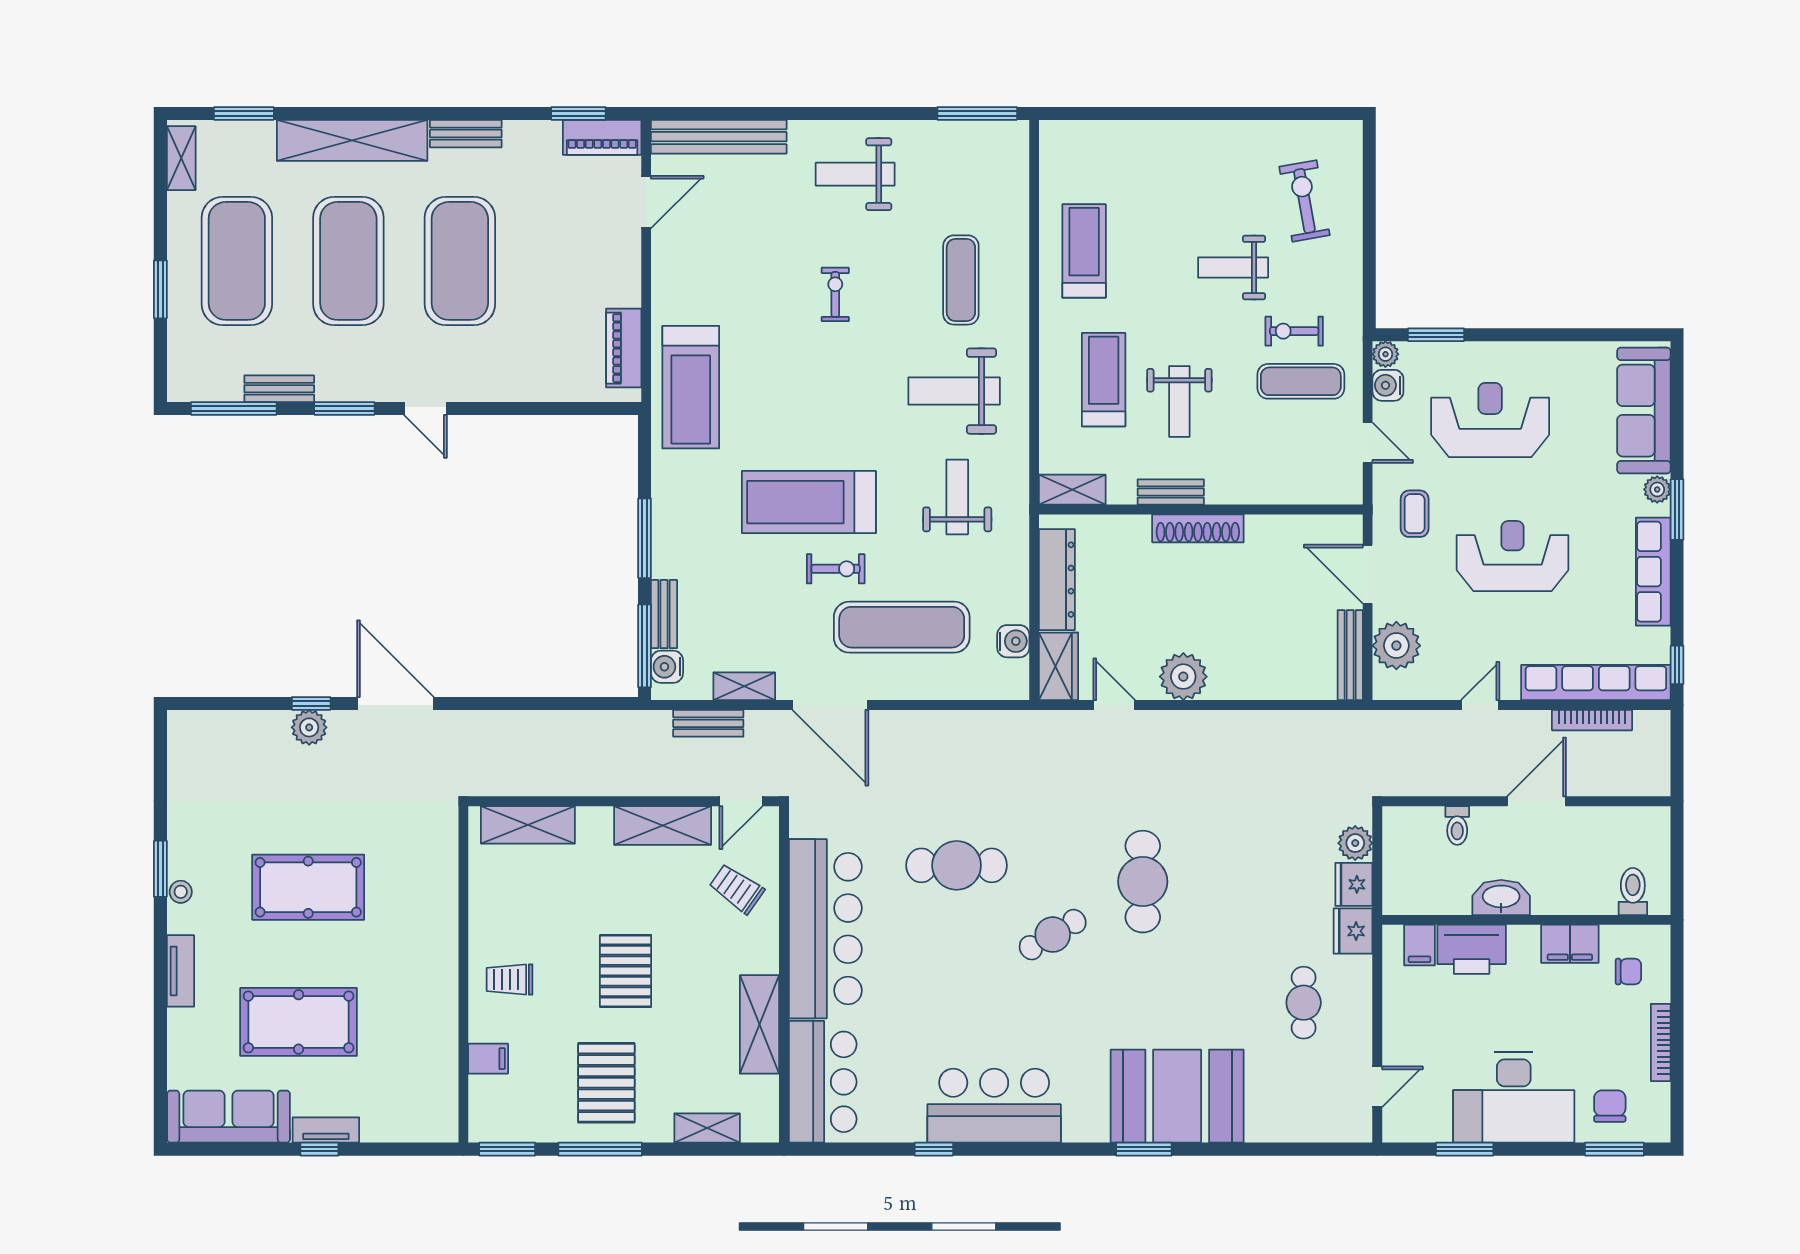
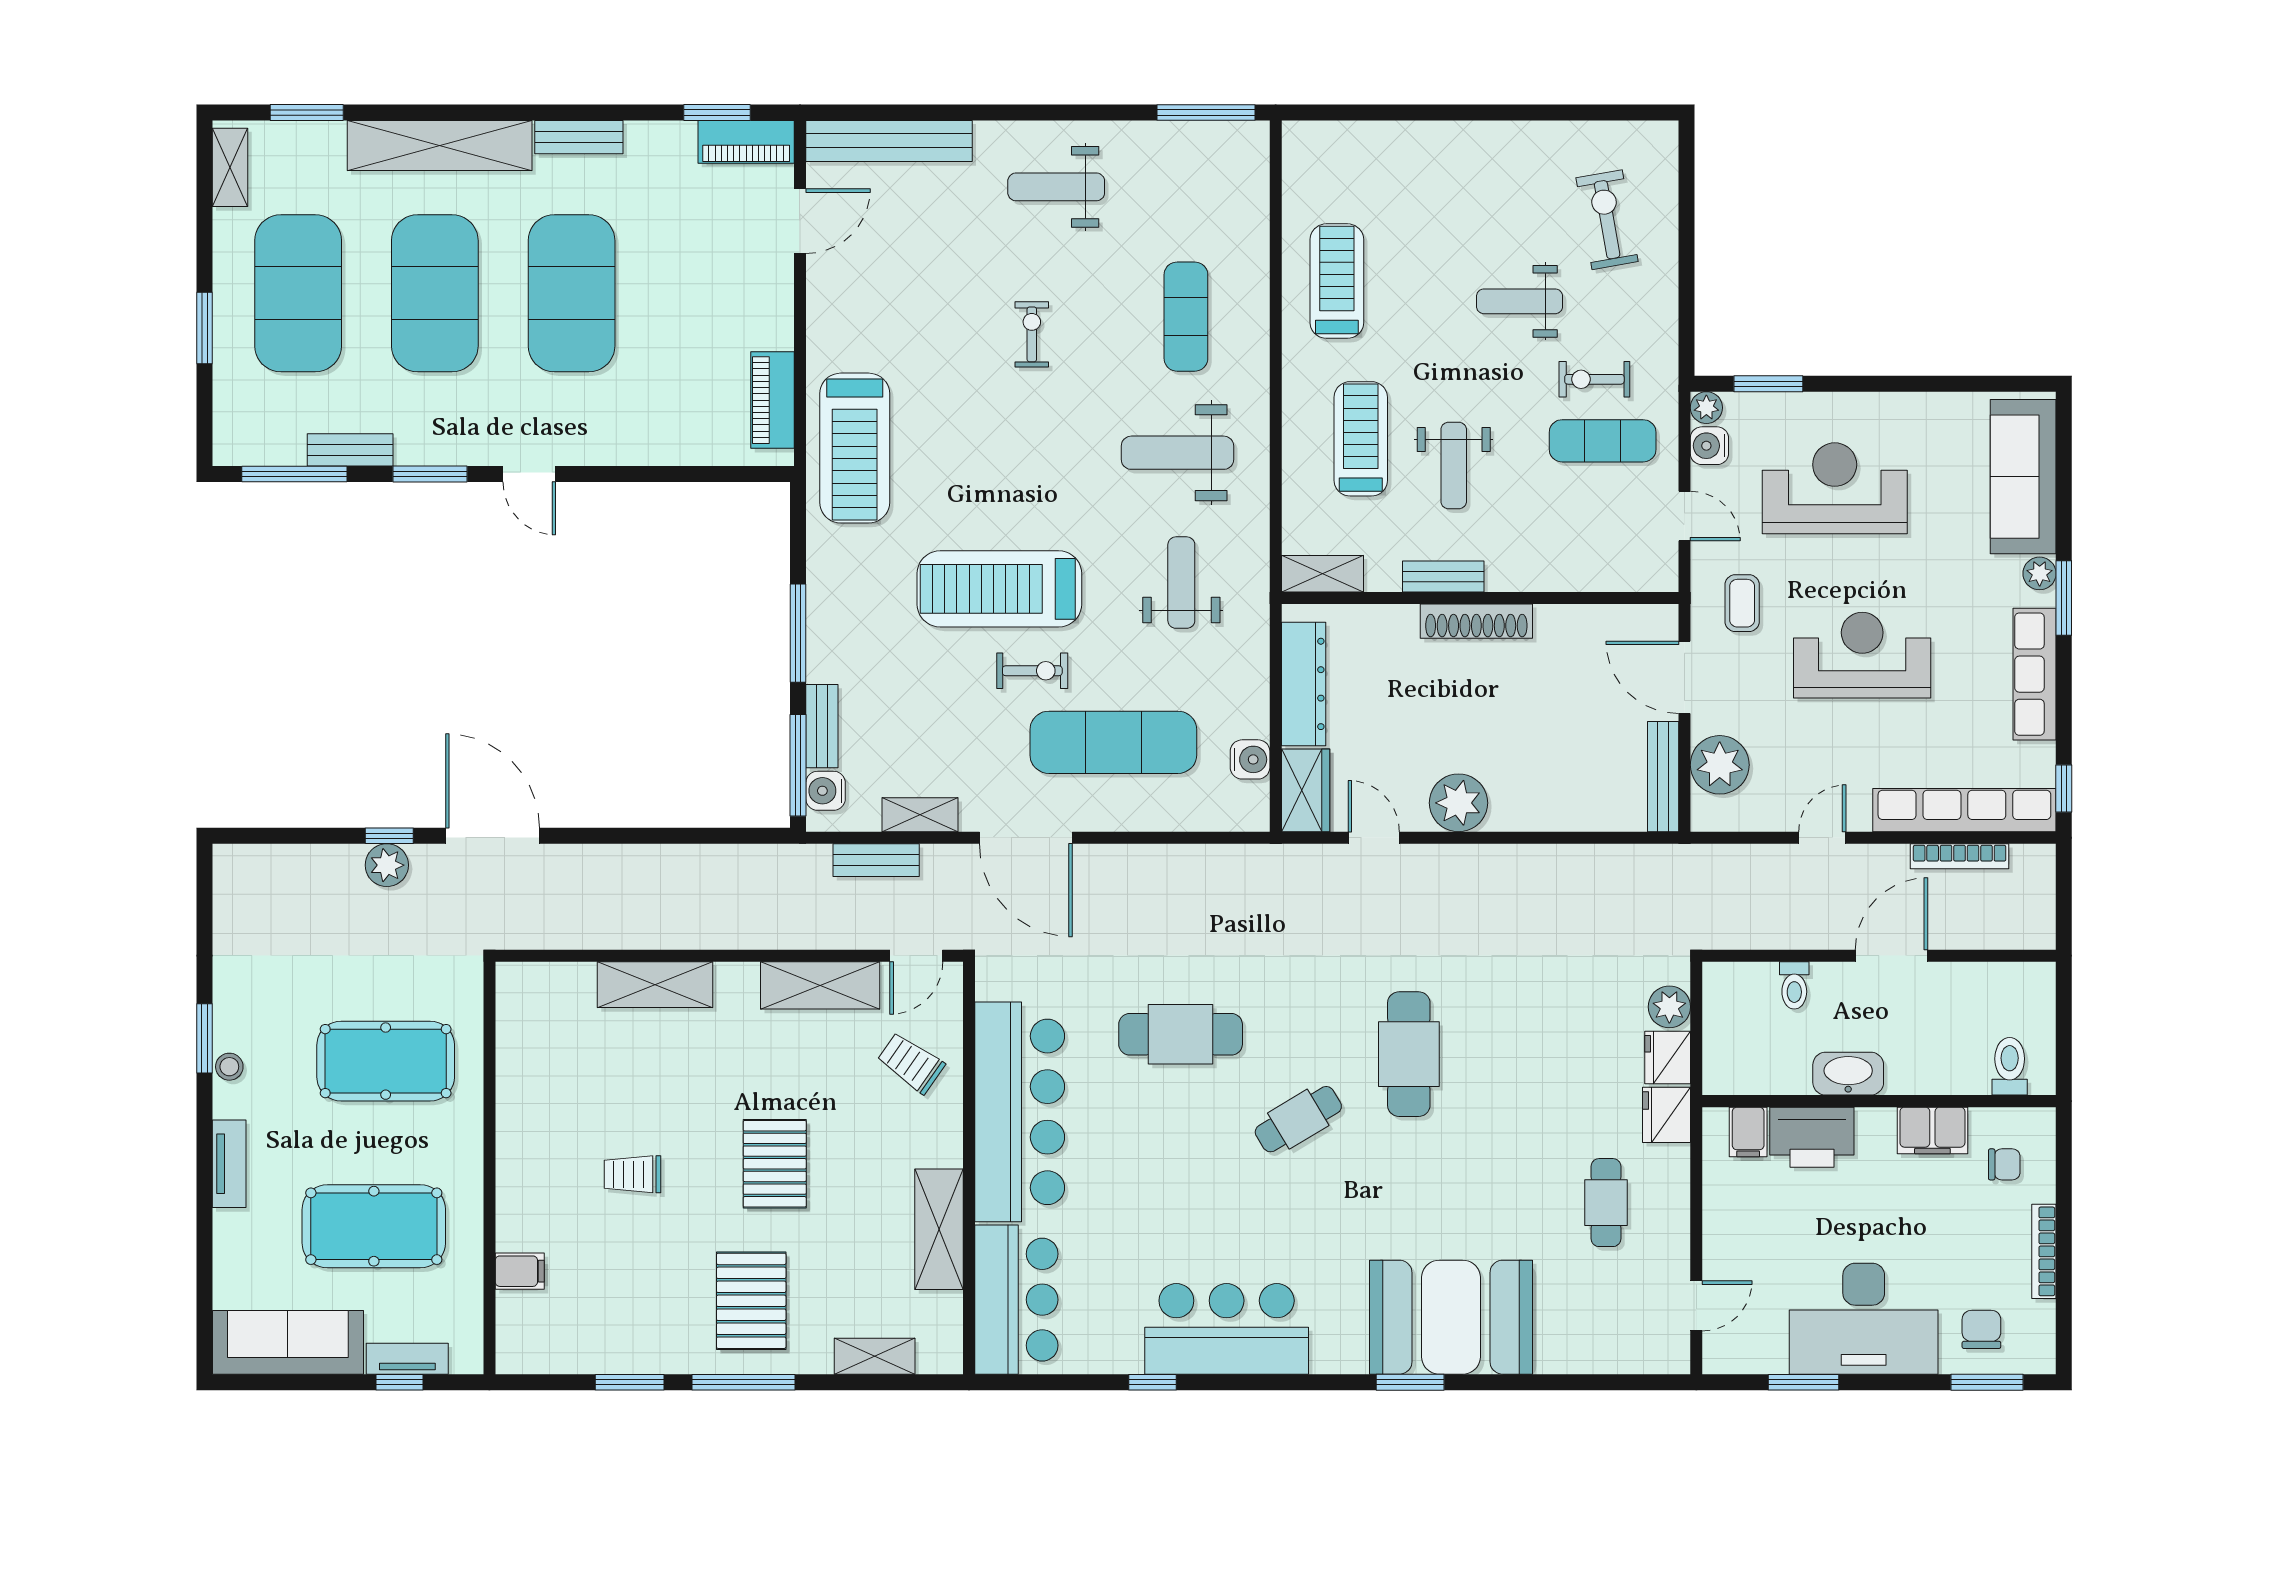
wall: (463, 974) -> (489, 1168), moved
filing cabinet: (488, 1059) -> (520, 1271), moved

